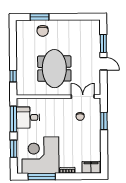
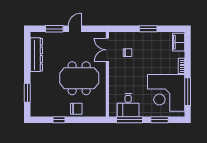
dresser: (77, 26) -> (36, 55), added
chair: (43, 31) -> (76, 109), moved
window: (13, 76) -> (59, 120), moved
window: (104, 121) -> (148, 29), moved

